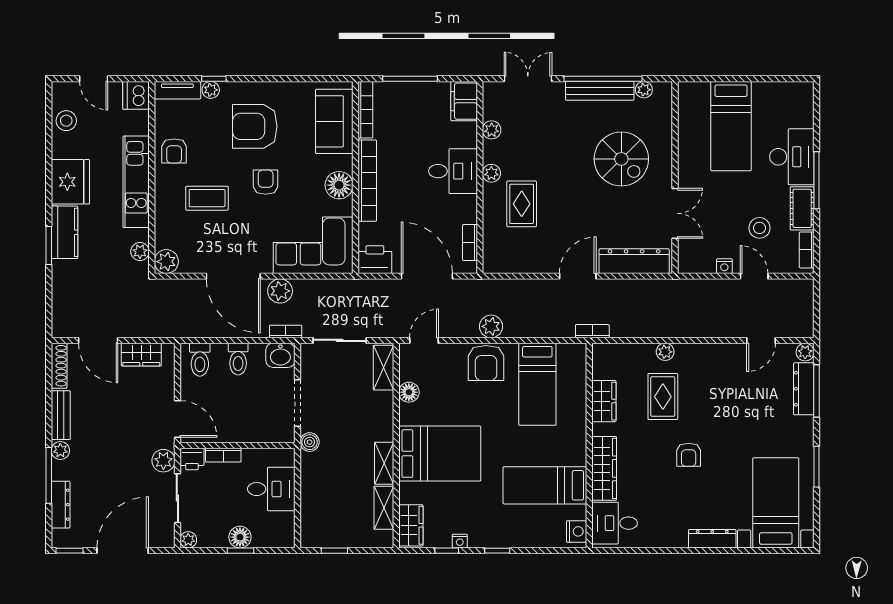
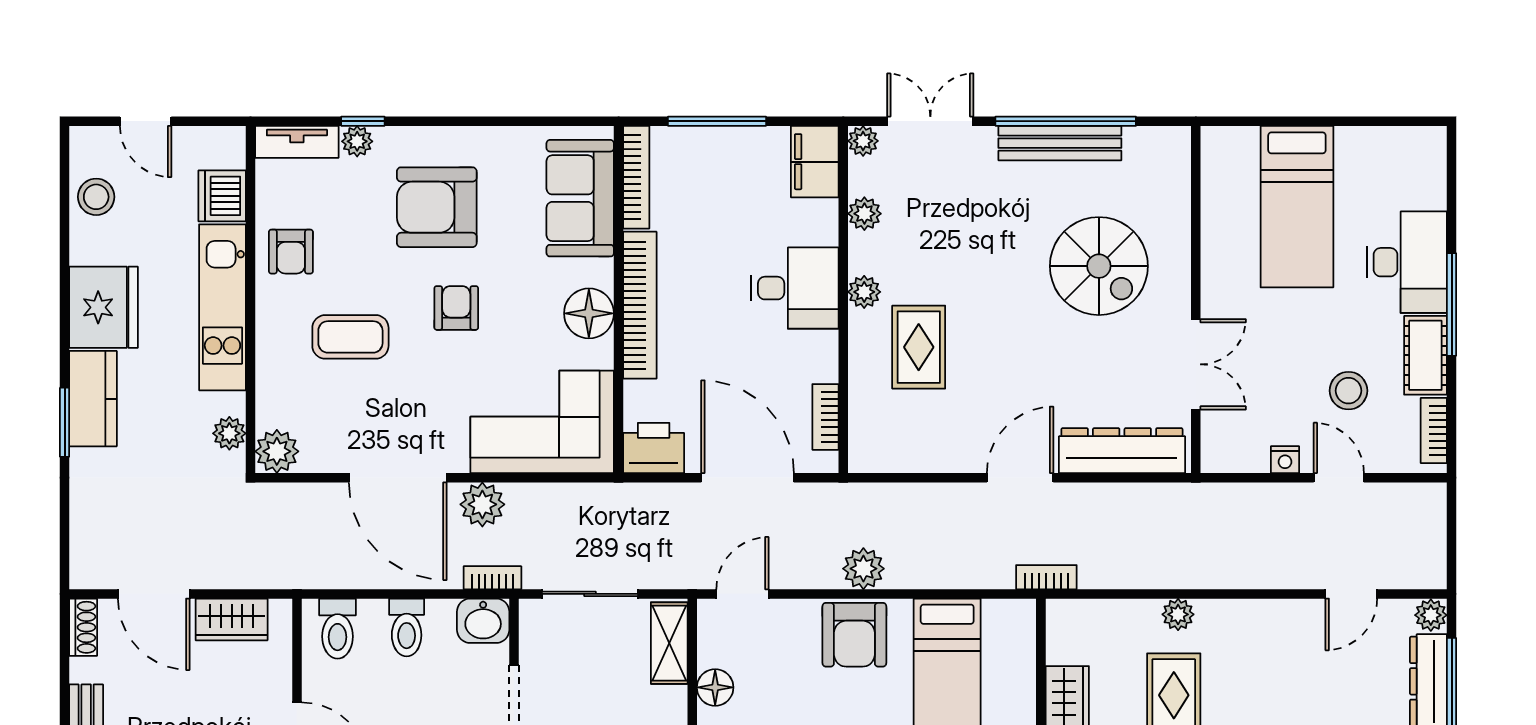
plant: (644, 90) -> (863, 141), moved
dishwasher: (136, 95) -> (222, 196), moved
shoe rack: (59, 366) -> (83, 627), width x0.70

